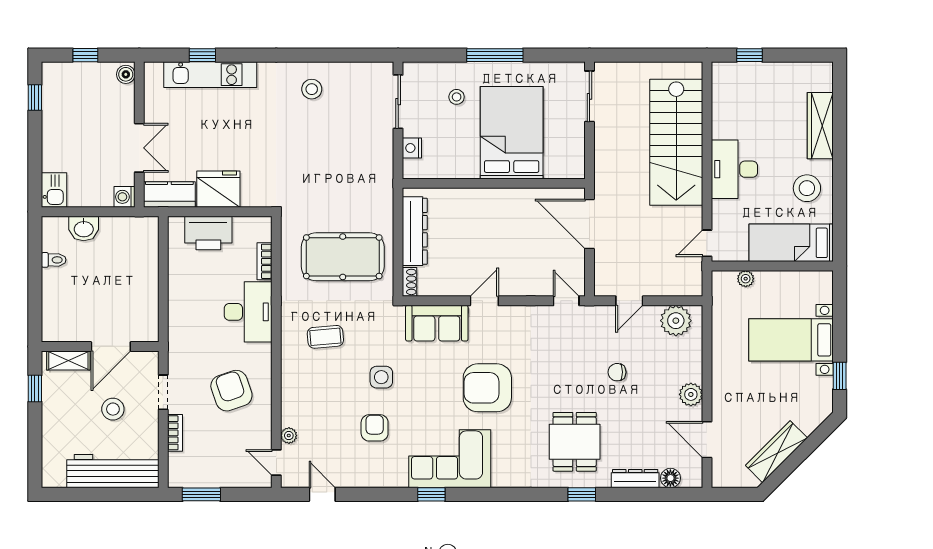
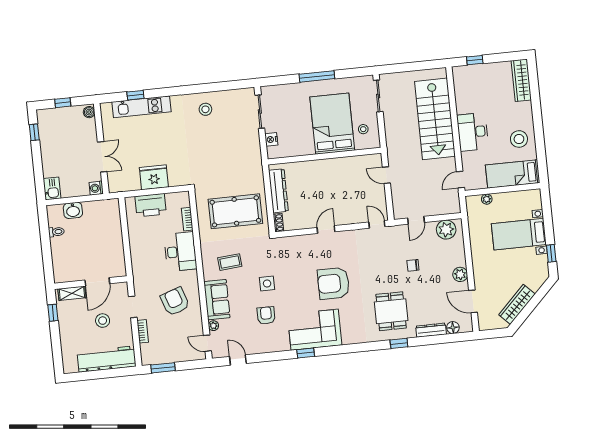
stool: (457, 97) -> (363, 129), moved
wardrobe: (820, 126) -> (521, 80), moved
kitchen counter: (169, 194) -> (124, 184), removed
door: (589, 224) -> (386, 175), width x0.53
sofa: (437, 323) -> (217, 300), moved, turned -90

